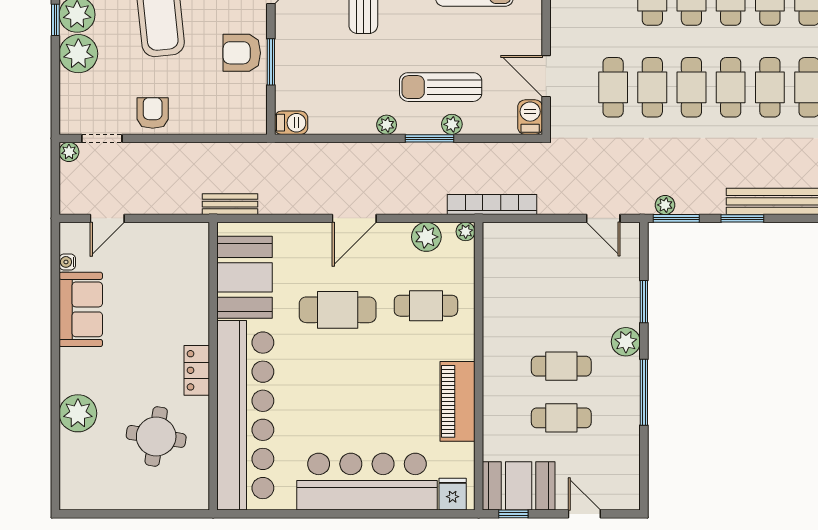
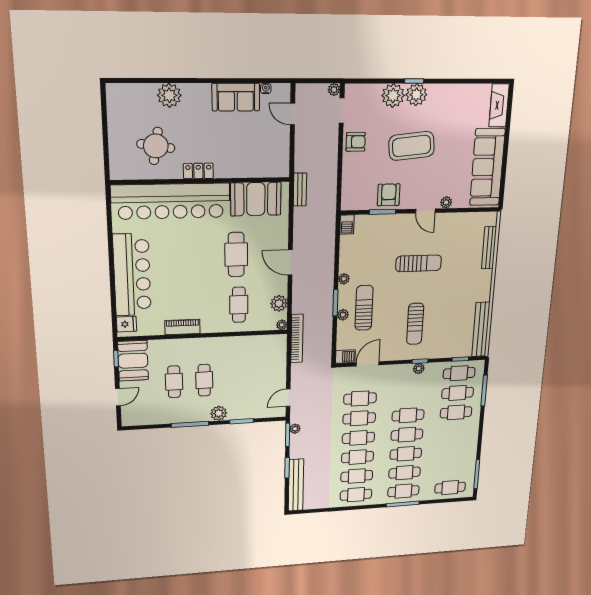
piano: (458, 401) -> (182, 327), width x0.73, depth x0.75

